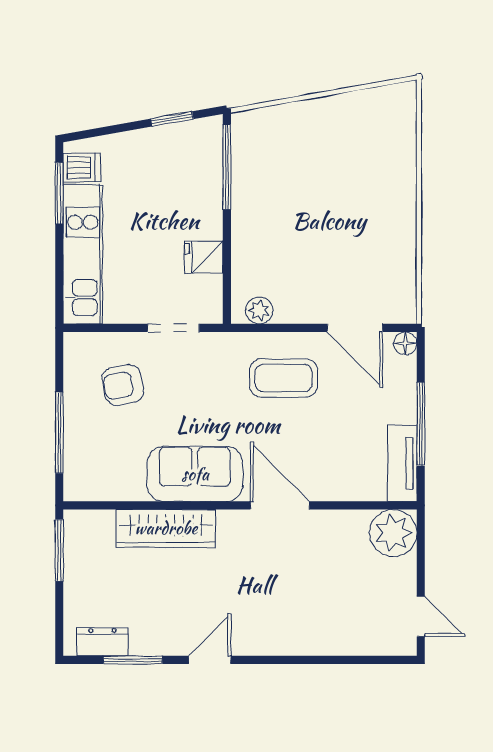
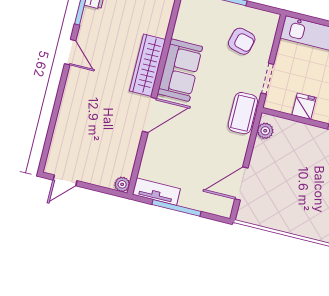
floor lamp: (405, 343) -> (225, 211), removed
coffee table: (284, 378) -> (243, 113), moved
armchair: (123, 385) -> (242, 41), turned 115
wardrobe: (166, 528) -> (148, 65), moved
plant: (393, 533) -> (122, 184), width x0.53, depth x0.53

